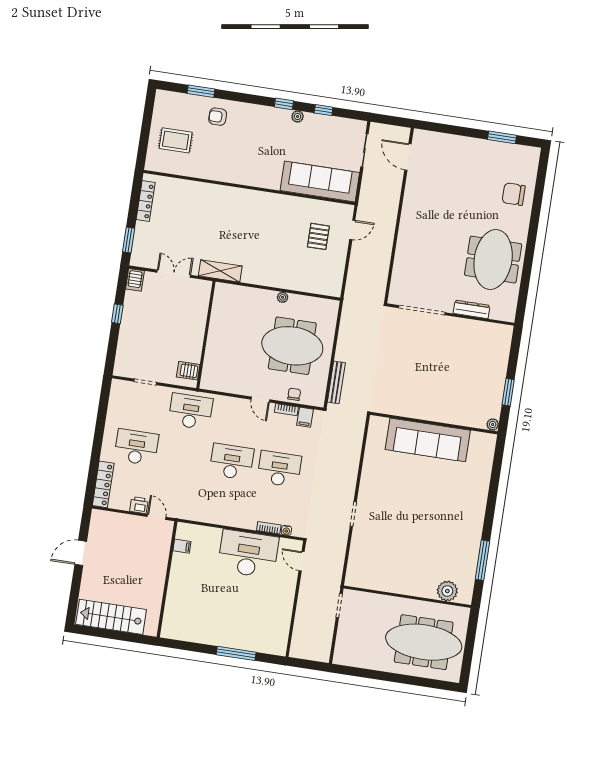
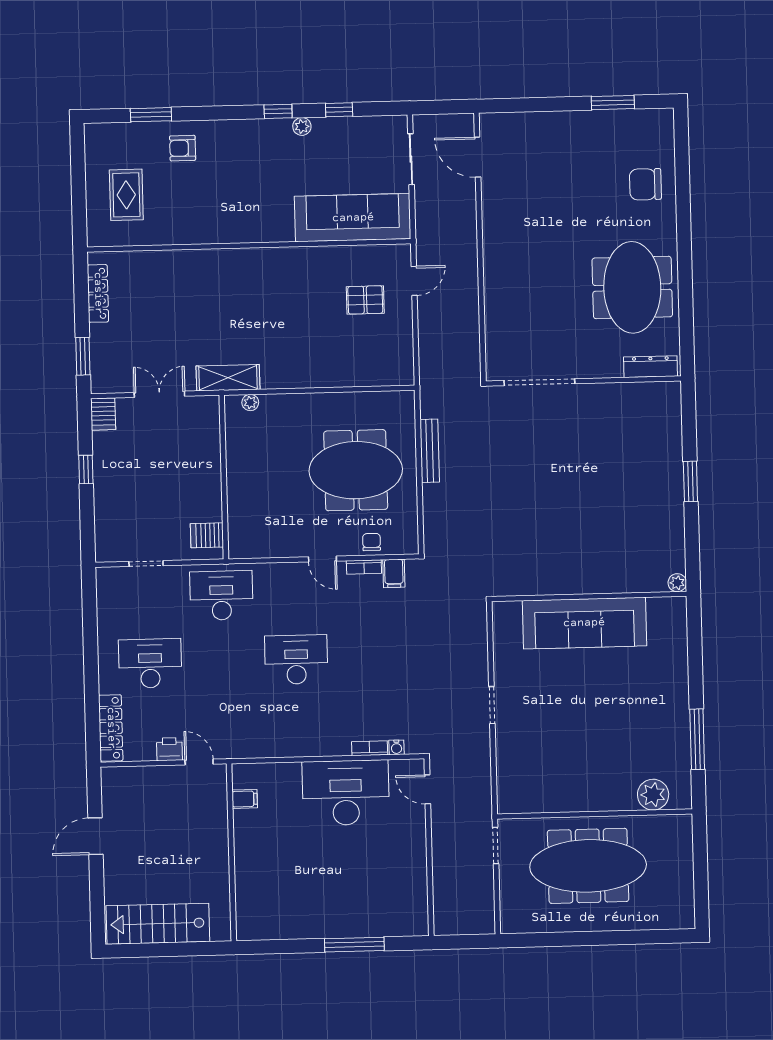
rug: (176, 140) -> (126, 195), turned 90
pallet: (318, 236) -> (365, 300), turned 90
plant: (283, 297) -> (250, 402), moved
dresser: (472, 309) -> (651, 367), moved
bench: (336, 382) -> (430, 451), moved
wall: (434, 423) -> (589, 596), moved
plant: (493, 424) -> (677, 583), moved
sofa: (428, 440) -> (584, 623), moved
desk: (279, 469) -> (369, 658), removed
meeting table: (424, 642) -> (588, 866), moved

